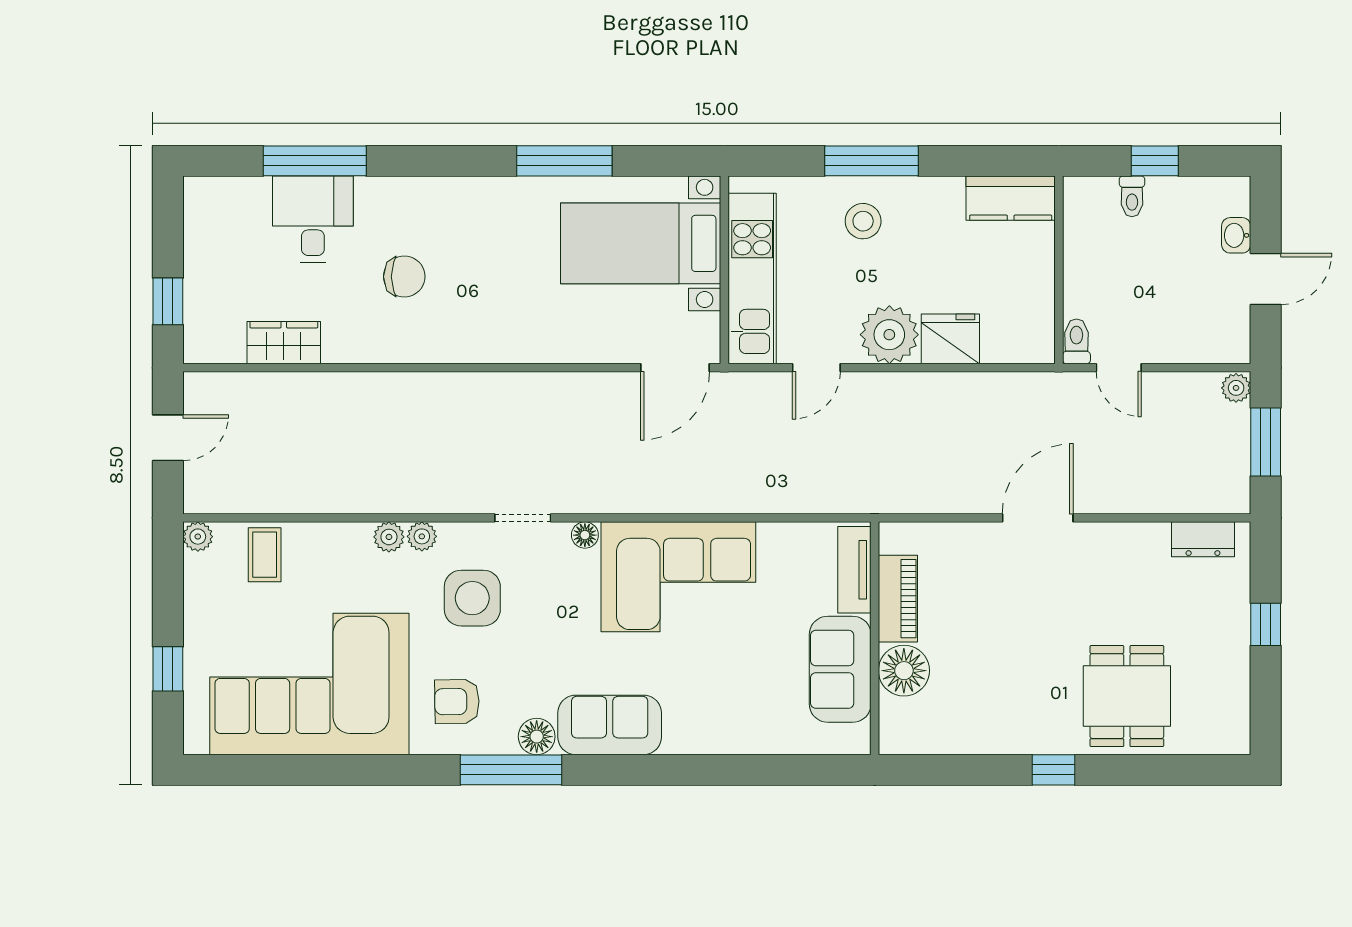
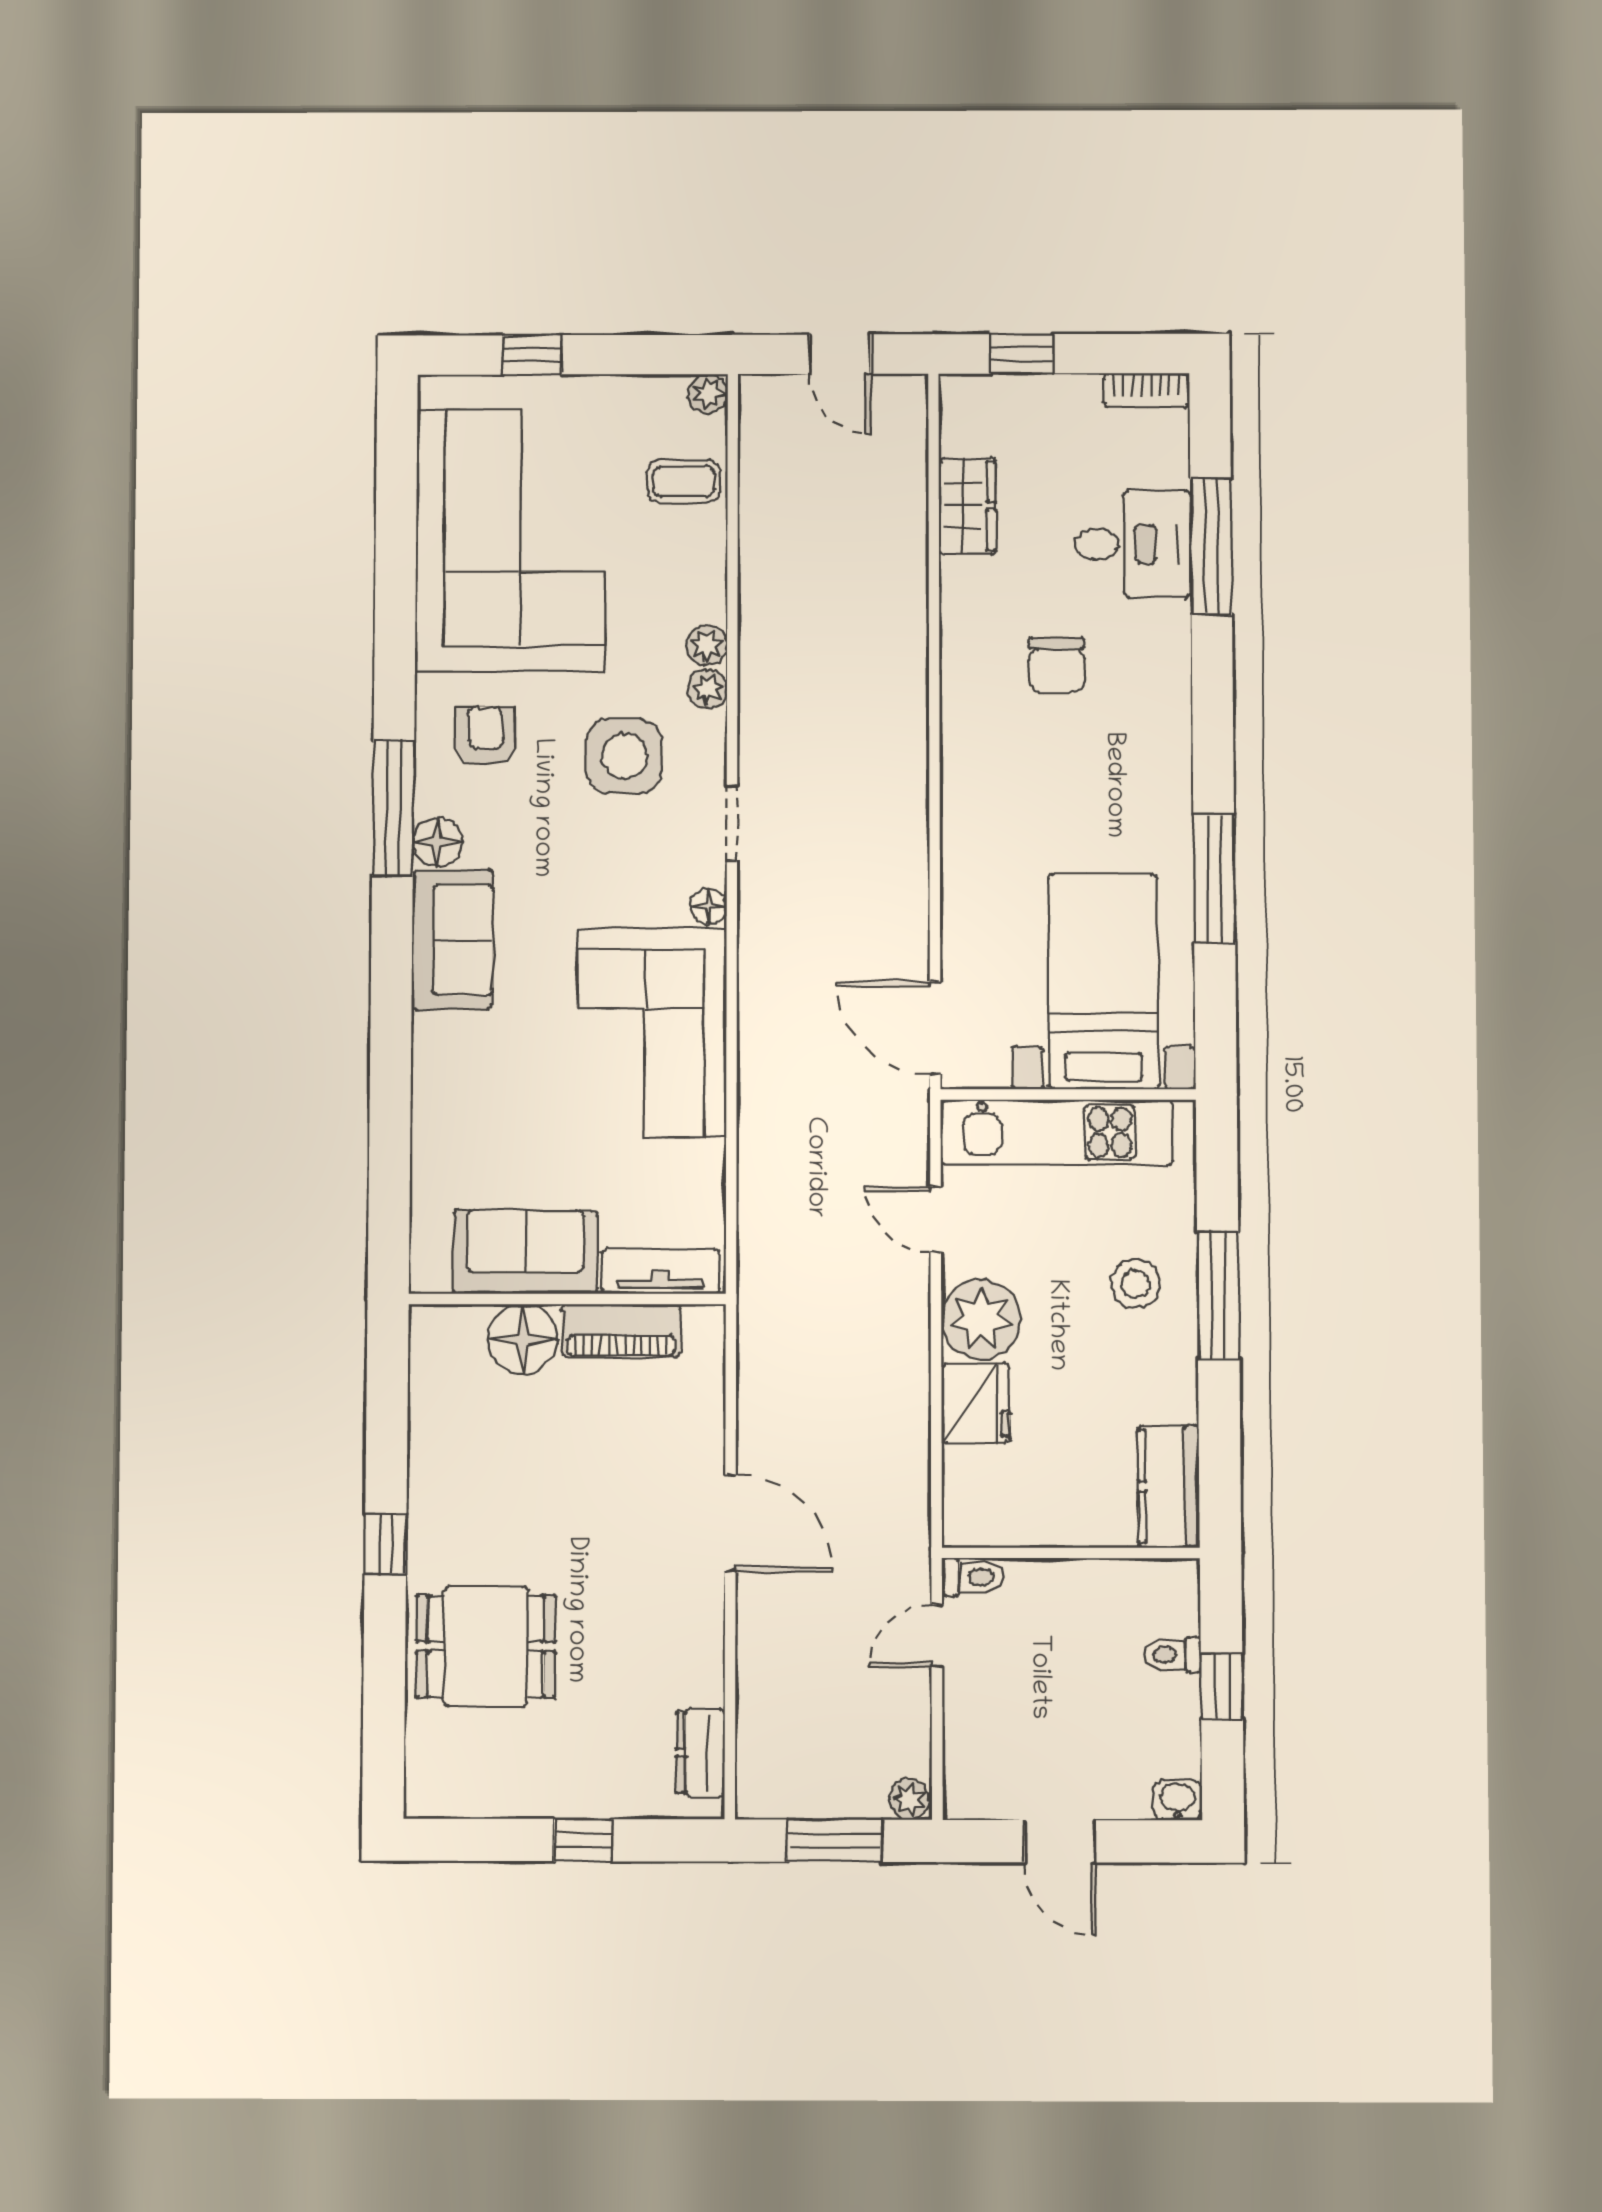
bookcase: (196, 208) -> (1147, 390), added
washbasin: (1236, 235) -> (1177, 1800), moved

